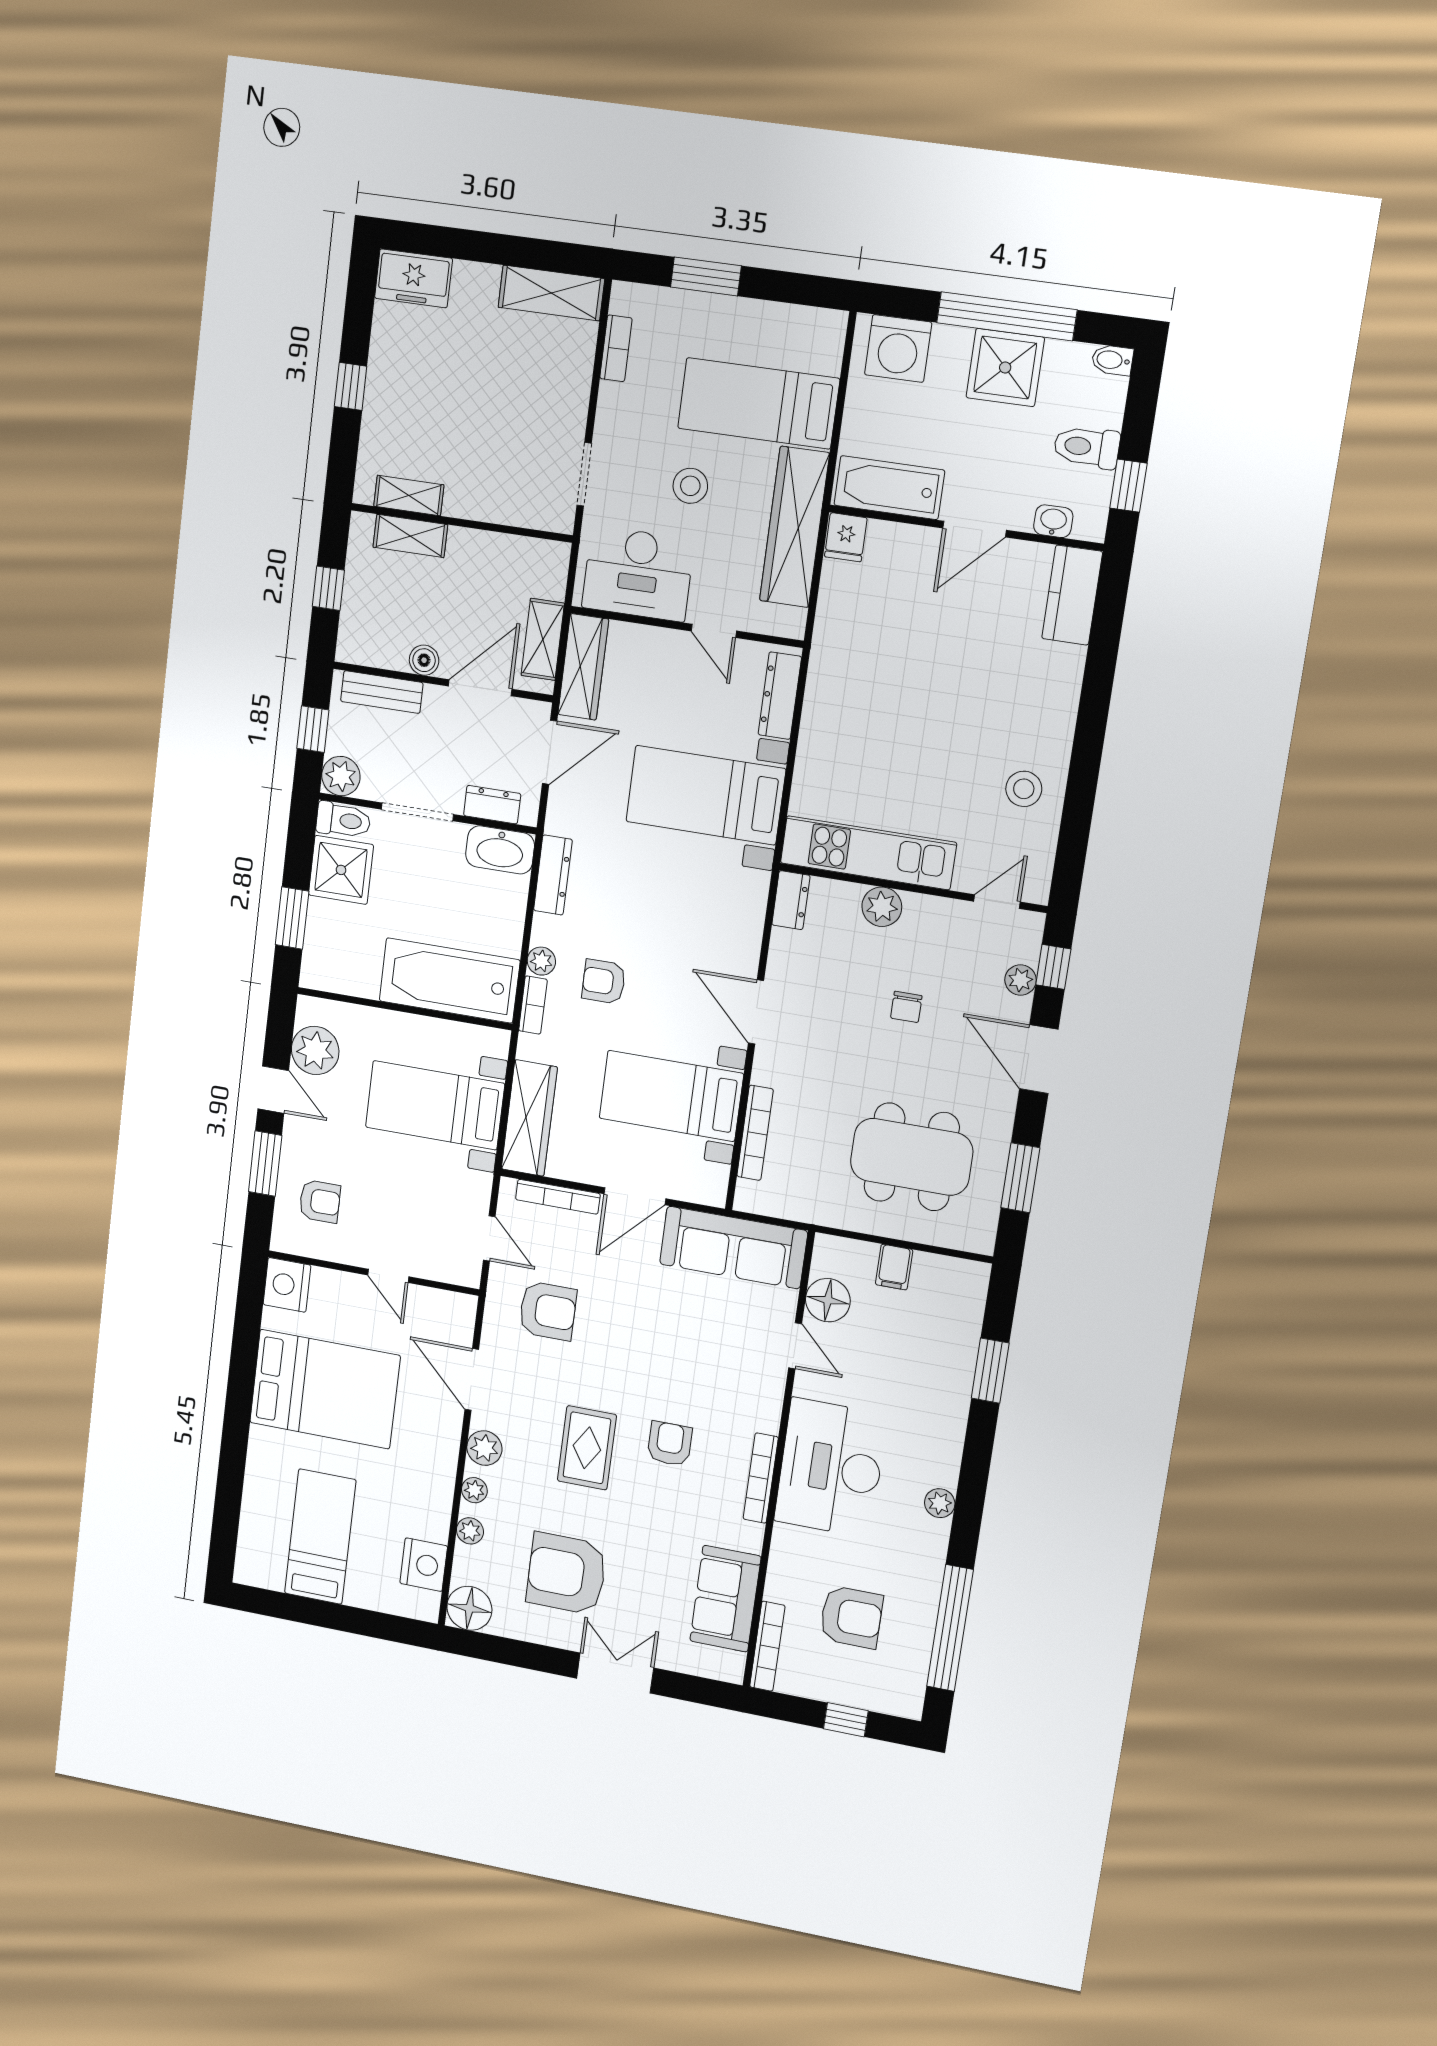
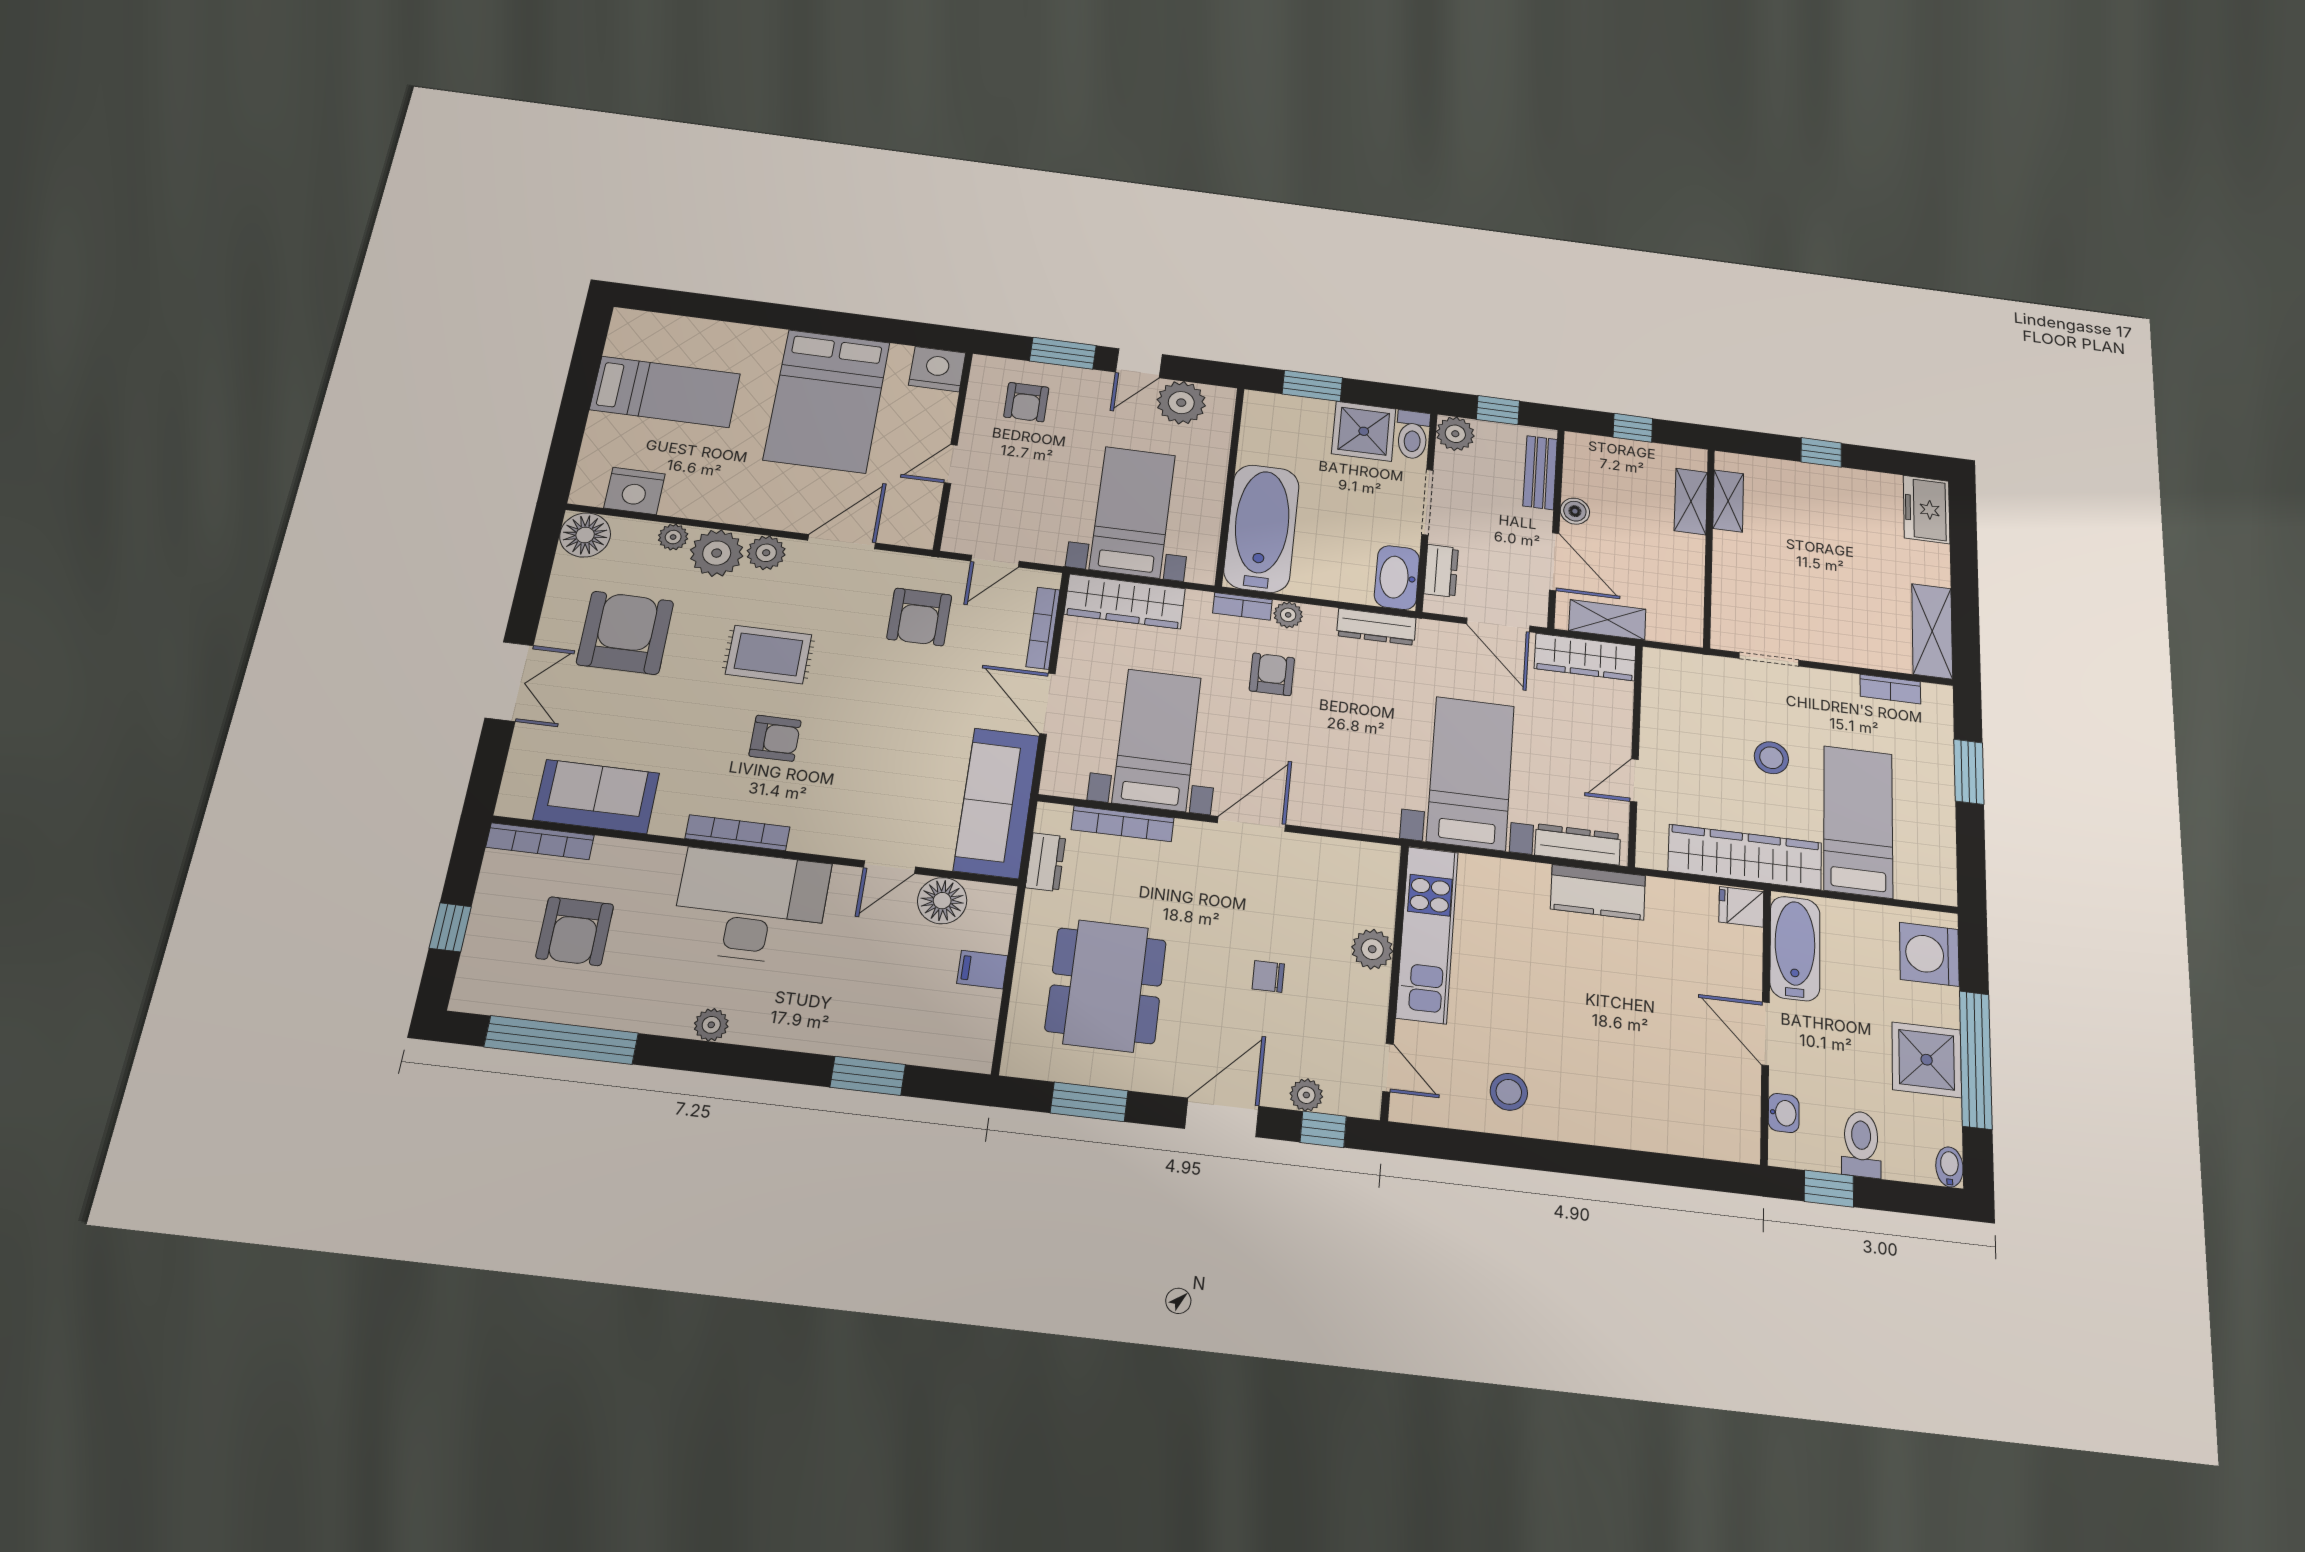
desk: (638, 574) -> (1681, 709), removed
kitchen counter: (1072, 595) -> (1598, 892), moved, turned 180
dresser: (791, 900) -> (1046, 862), moved, turned -90
plant: (474, 1490) -> (717, 553), width x1.88, depth x1.88

